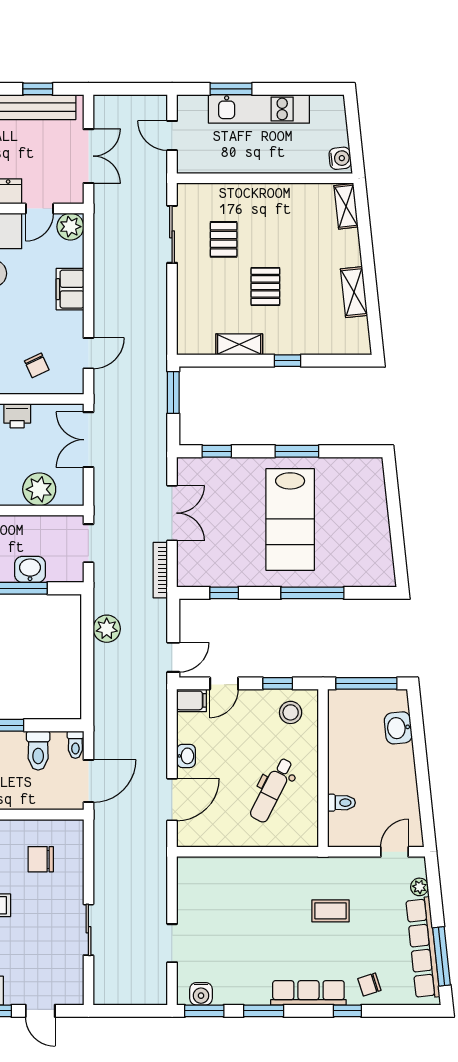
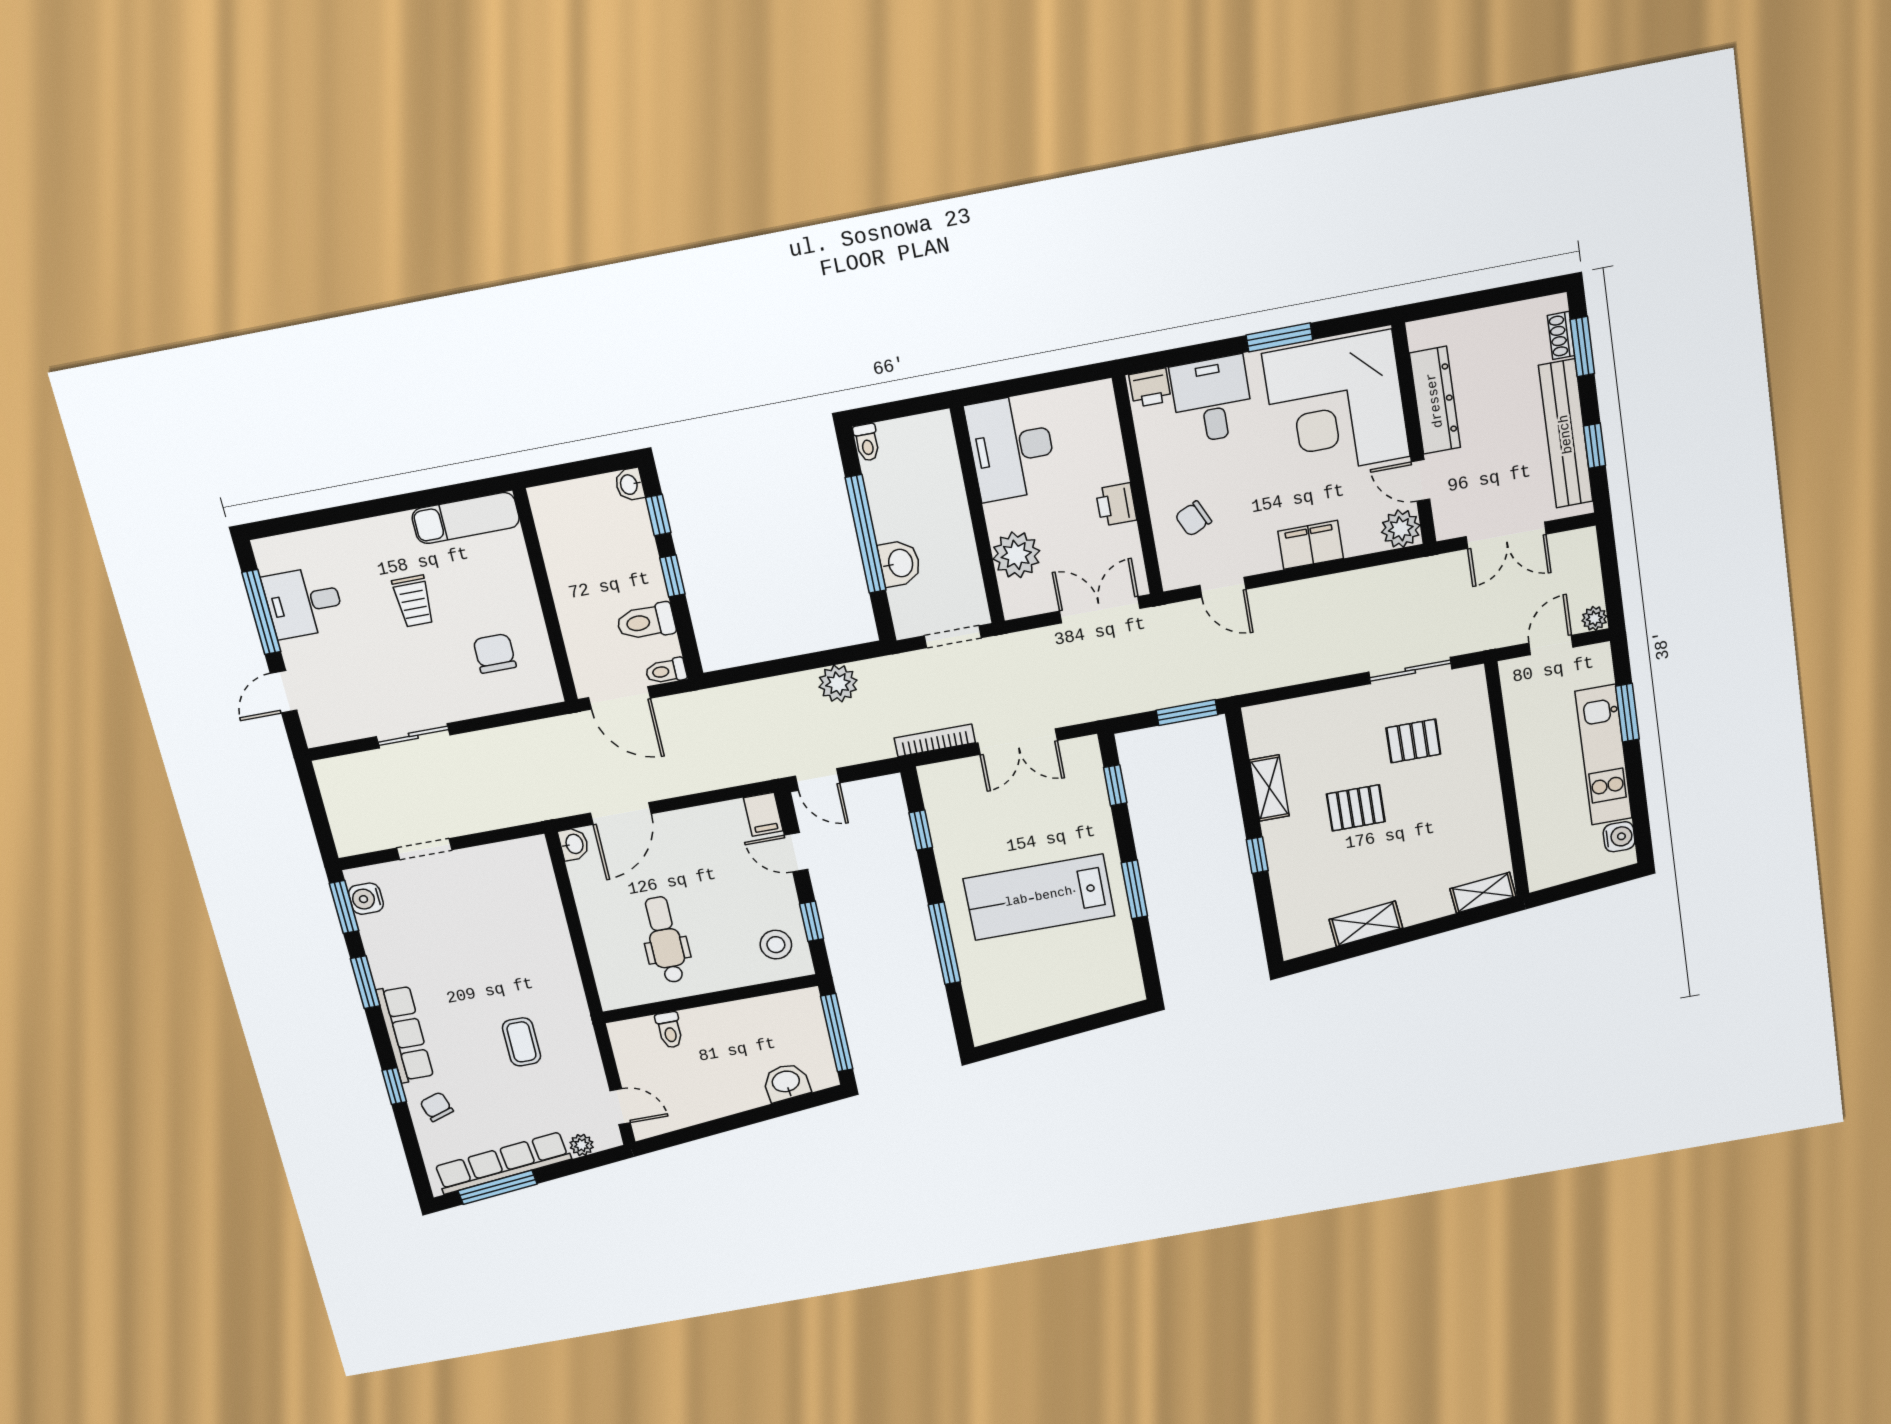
plant: (159, 104) -> (1594, 618), added
water cooler: (340, 158) -> (1619, 837), moved, turned -84
washbasin: (186, 756) -> (574, 844), moved, turned -90
dental chair: (272, 790) -> (665, 940), turned 63
door: (172, 800) -> (621, 813), hinge flipped

